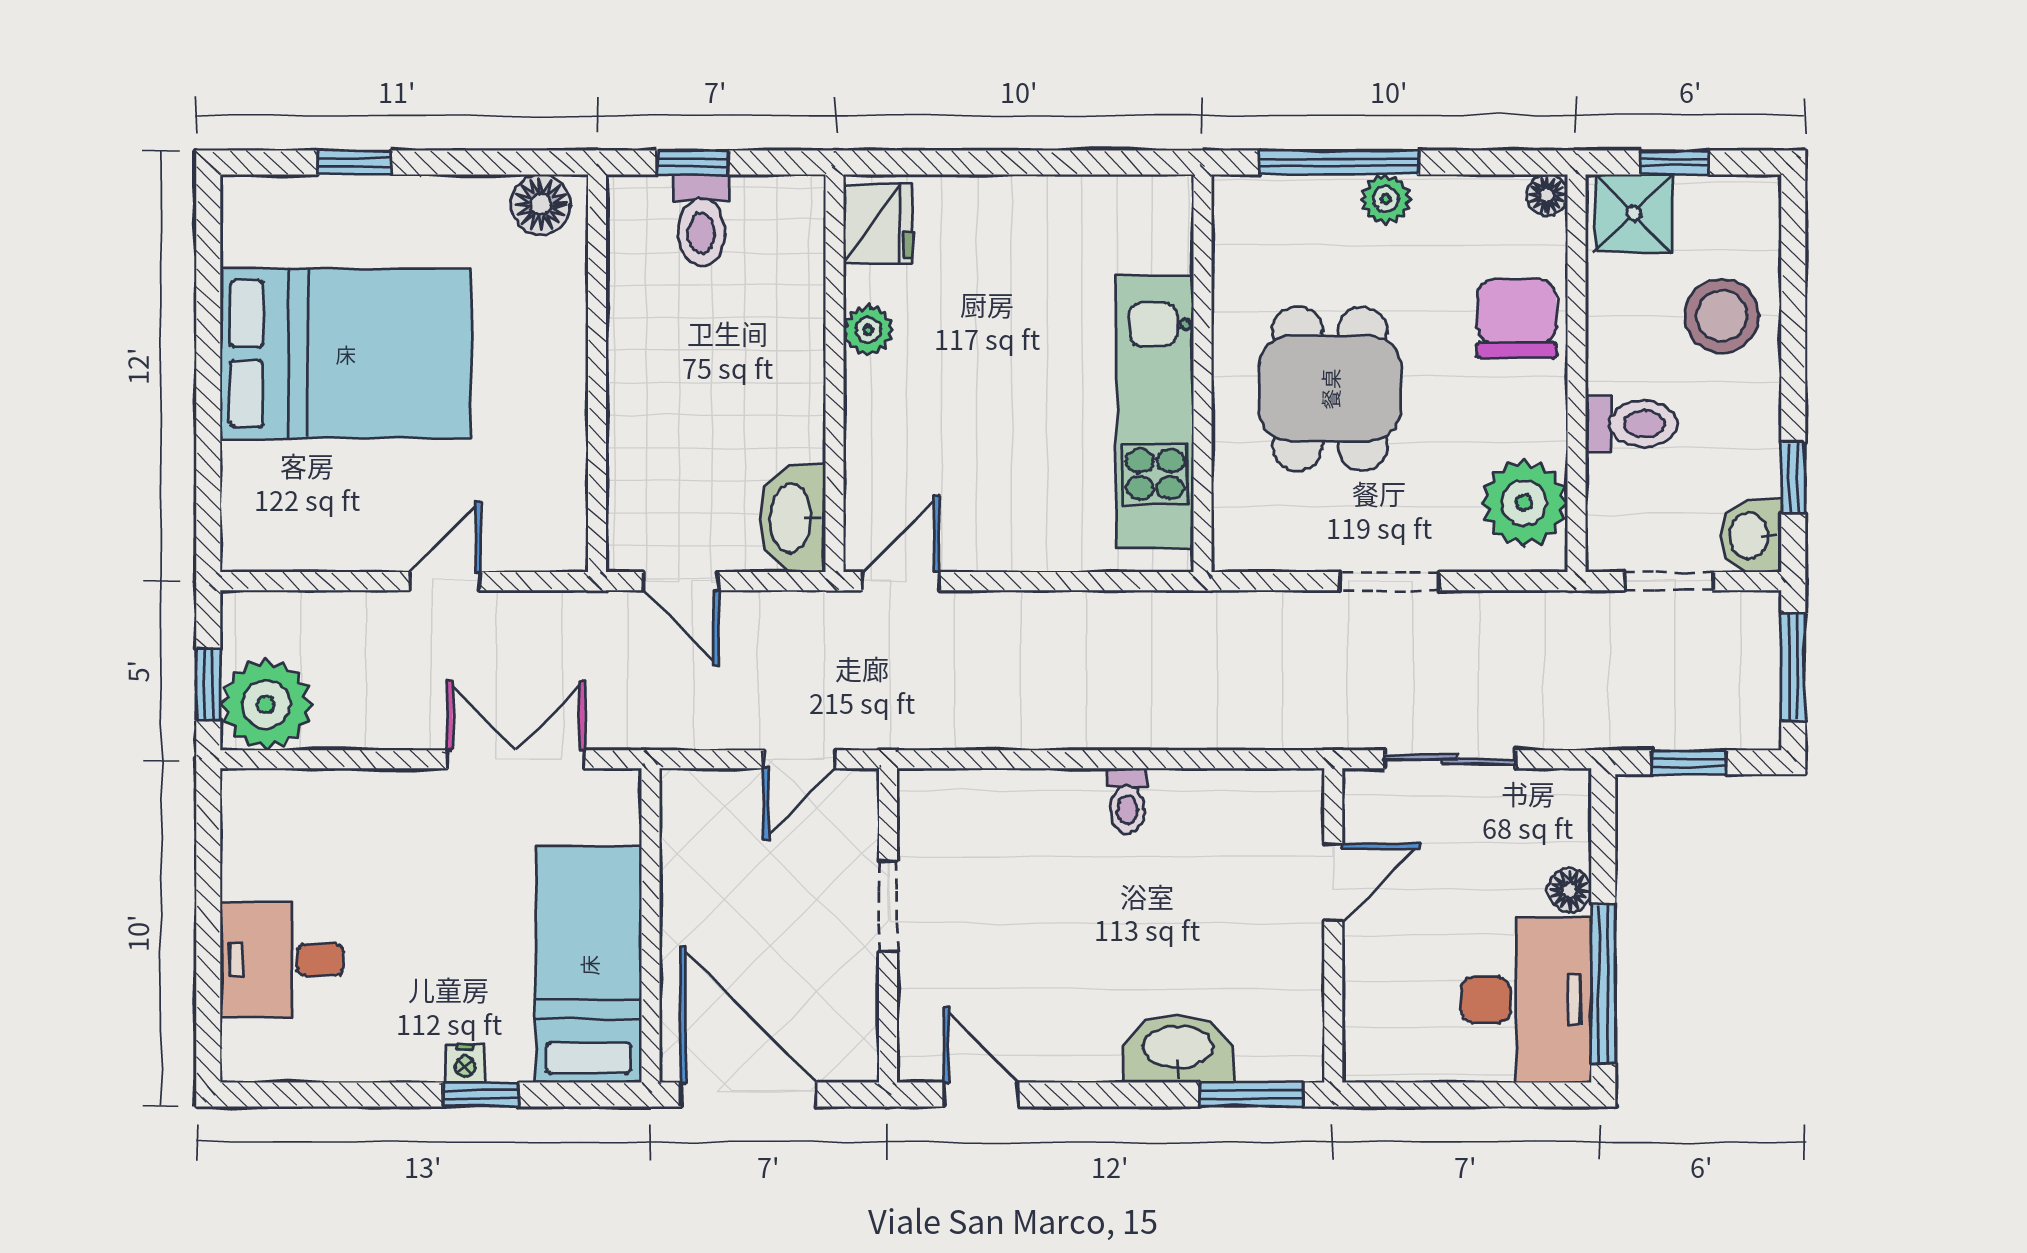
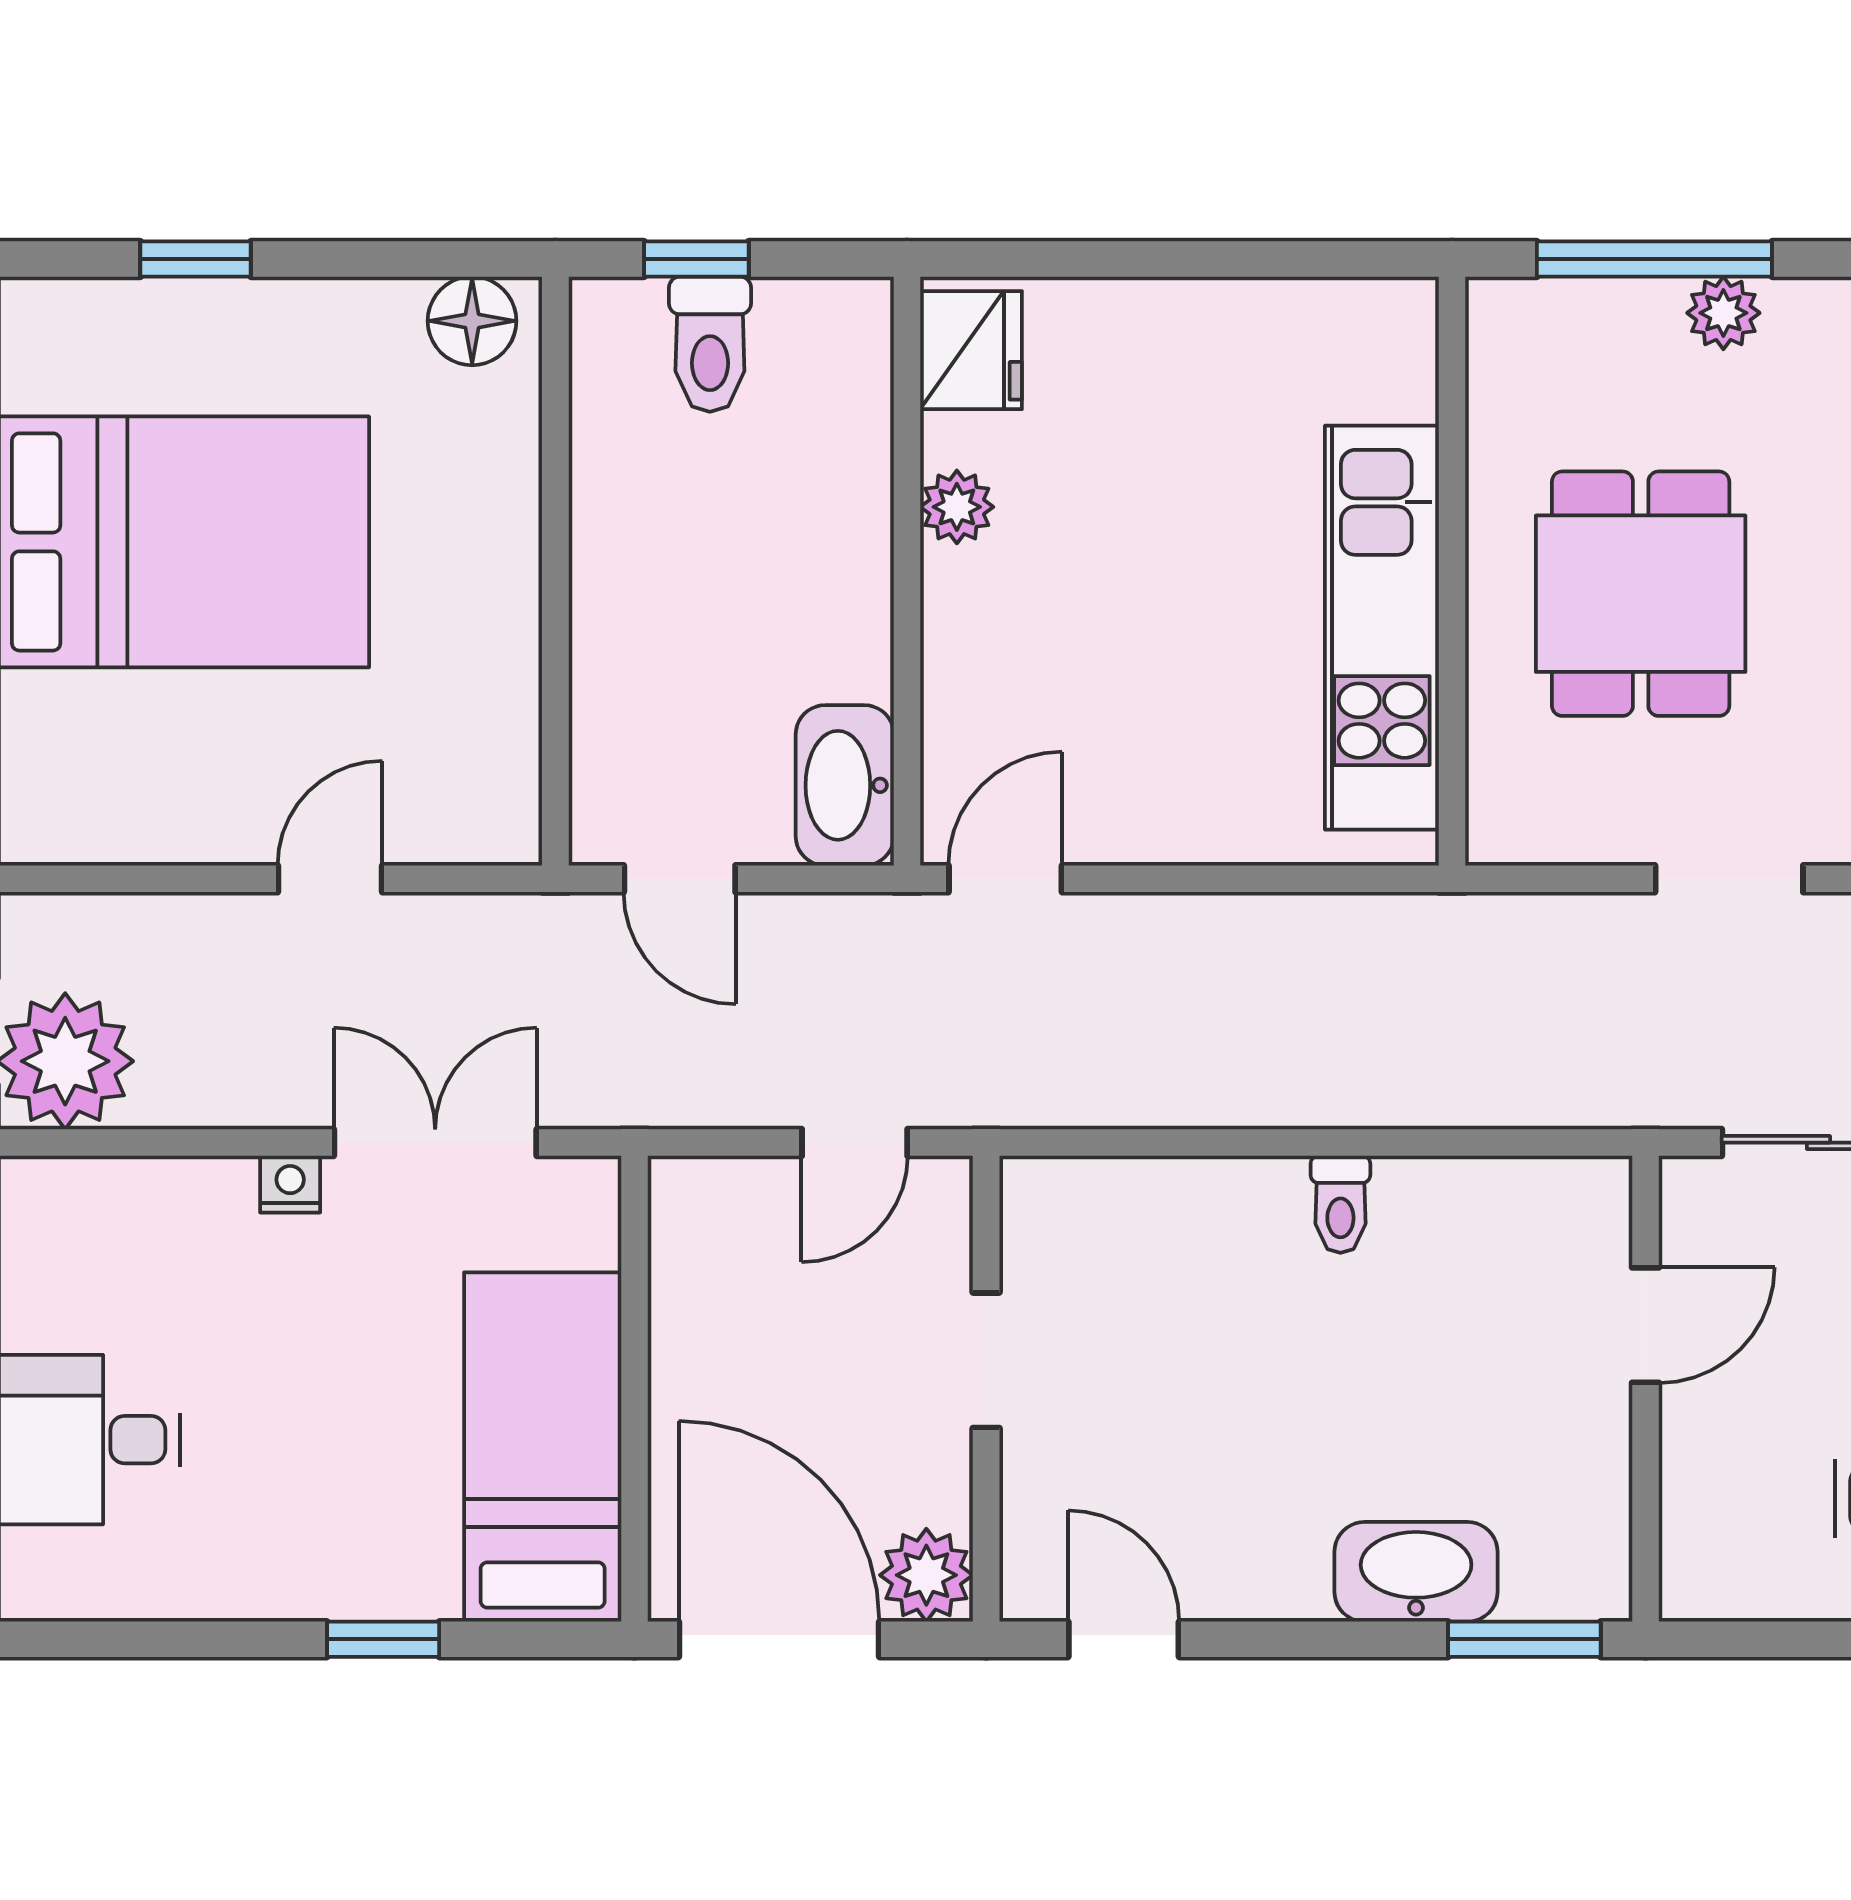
plant: (848, 1051) -> (926, 1575), added
nightstand: (465, 1064) -> (290, 1184), moved, turned 180

